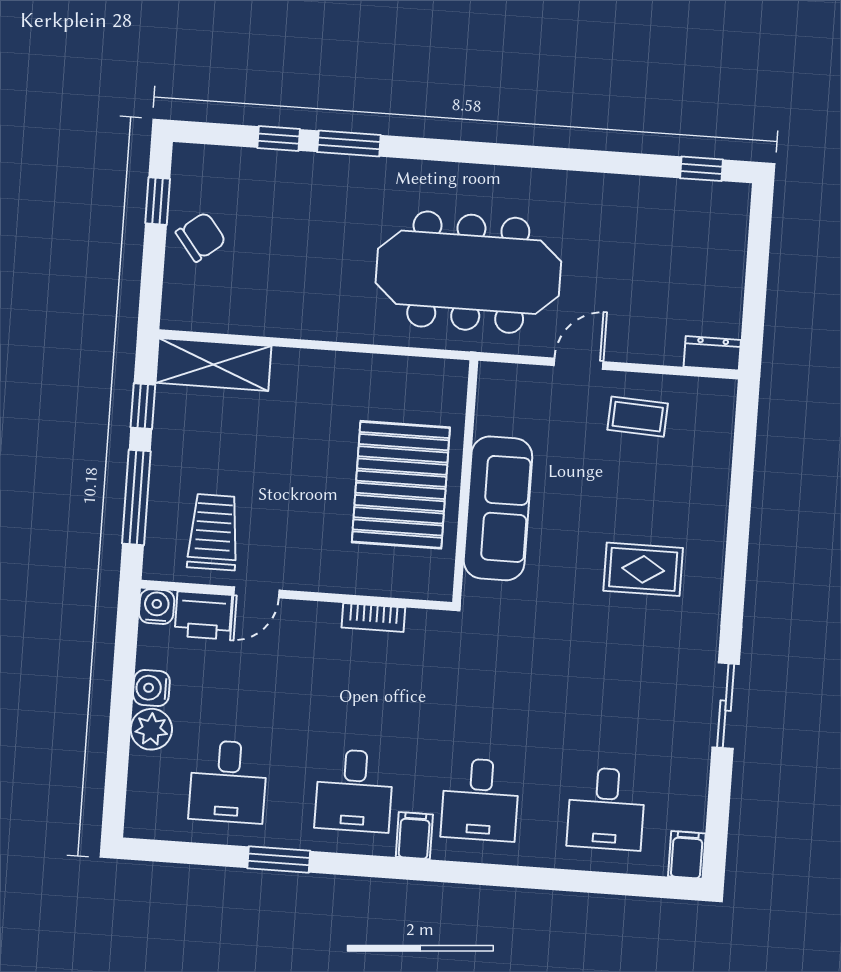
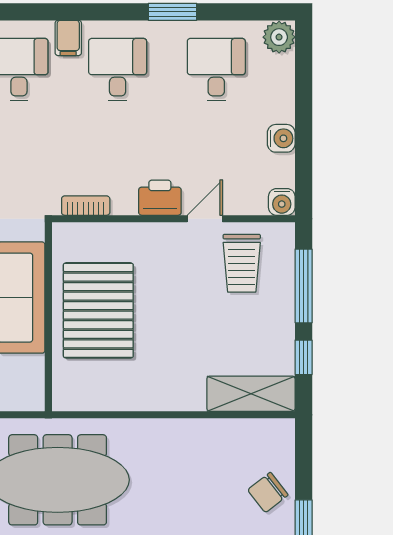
printer: (203, 615) -> (160, 198), moved
bookcase: (373, 617) -> (86, 206), moved
plant: (151, 729) -> (279, 37), moved

